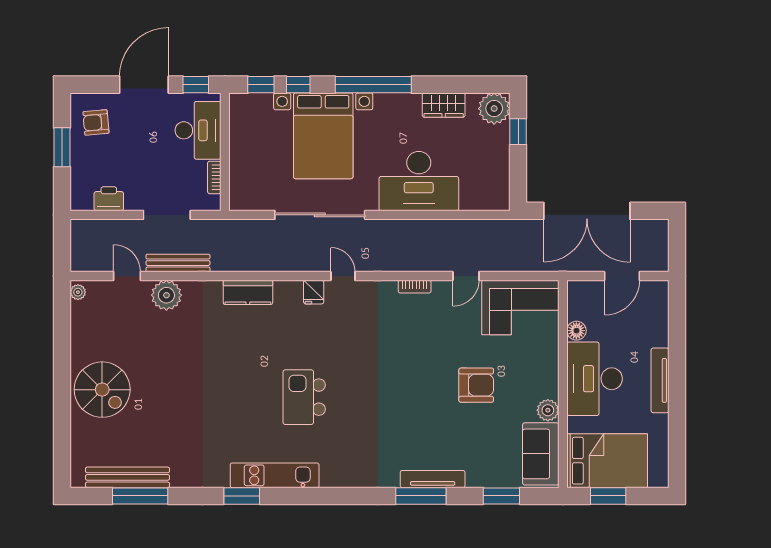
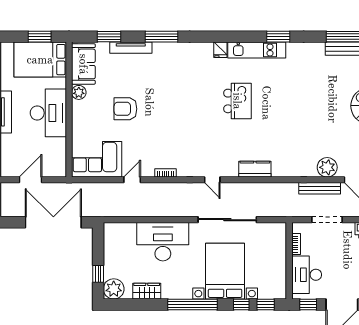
kitchen counter: (248, 292) -> (255, 169), moved
fridge: (314, 292) -> (220, 50), moved, turned 180
floor lamp: (576, 331) -> (60, 144), removed
tv unit: (433, 479) -> (131, 48), moved

